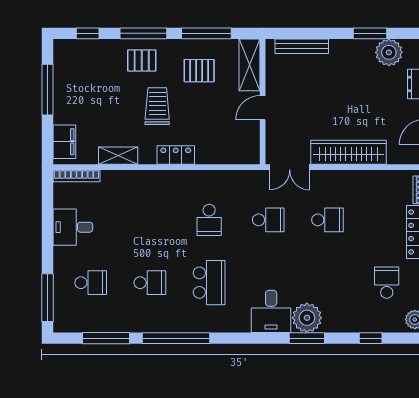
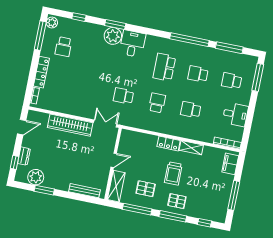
shelving: (118, 156) -> (191, 148), moved
school desk: (327, 220) -> (191, 110), moved

